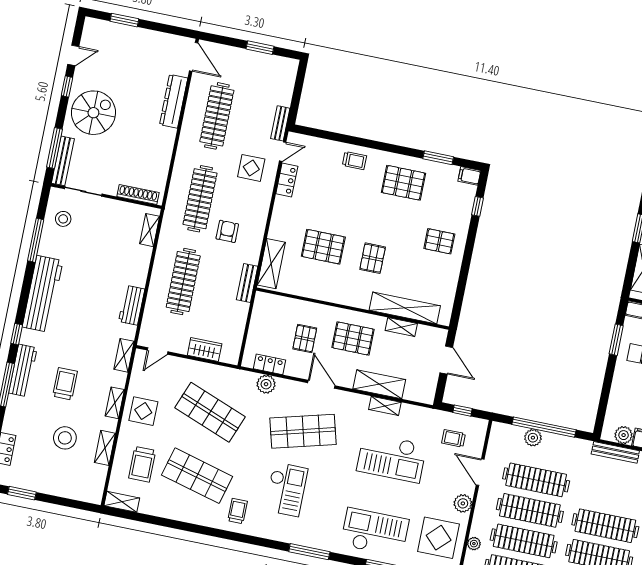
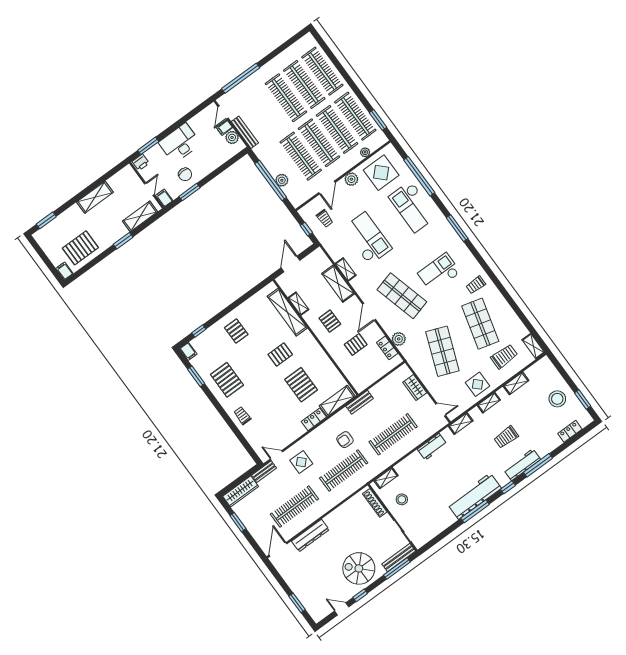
wardrobe: (286, 81) -> (241, 491), added
locker: (287, 180) -> (314, 419), moved
stool: (63, 219) -> (402, 499), moved
window: (36, 240) -> (475, 511), moved
pallet: (353, 338) -> (330, 321), width x0.67, depth x0.71
stool: (65, 438) -> (557, 399), moved

